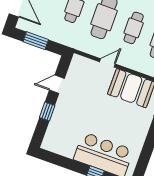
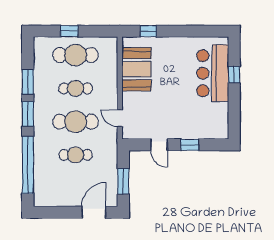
door: (107, 63) -> (120, 118), moved

